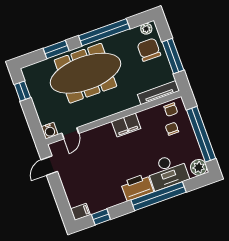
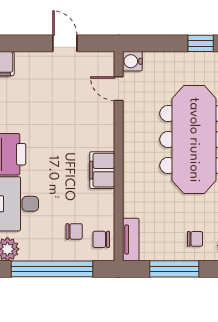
chair: (149, 50) -> (195, 239), width x0.54, depth x0.54
tv unit: (158, 93) -> (131, 239), width x0.71
door: (49, 166) -> (65, 43), moved

